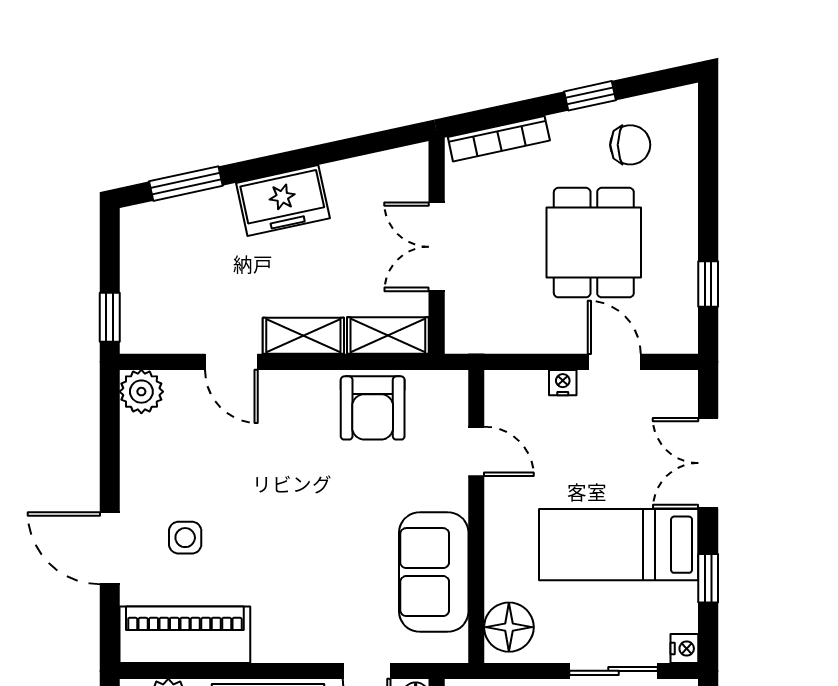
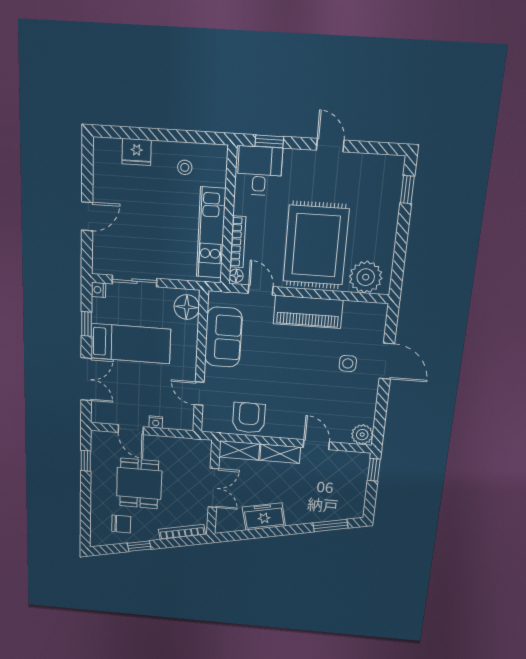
chair: (630, 145) -> (121, 524), turned 180
freezer: (283, 201) -> (264, 517), moved
piano: (185, 635) -> (308, 312), moved

